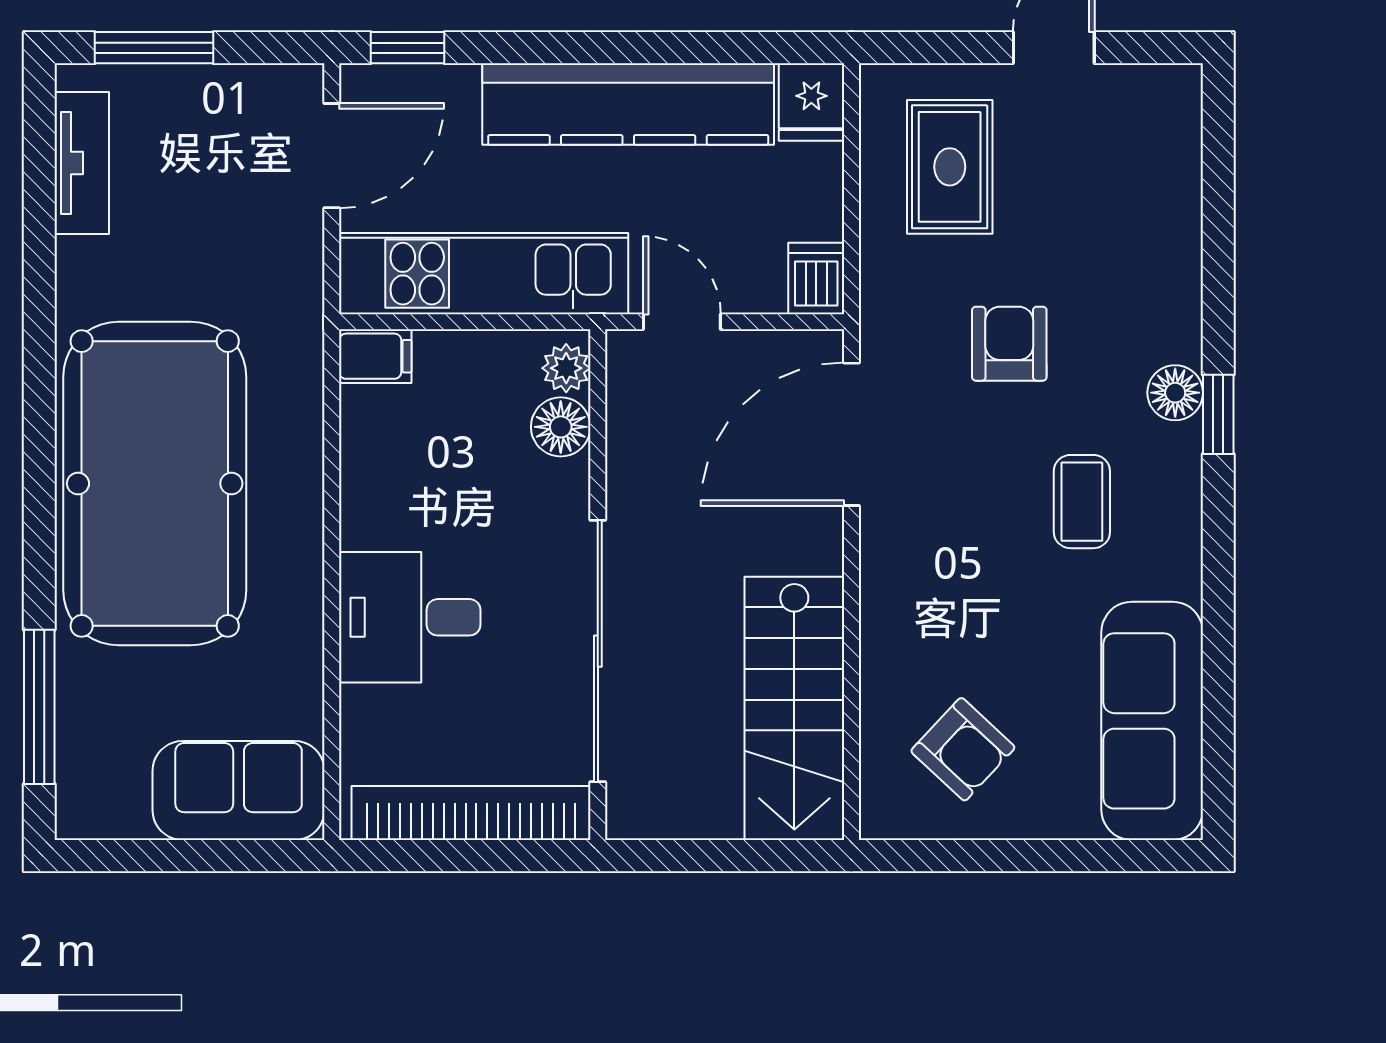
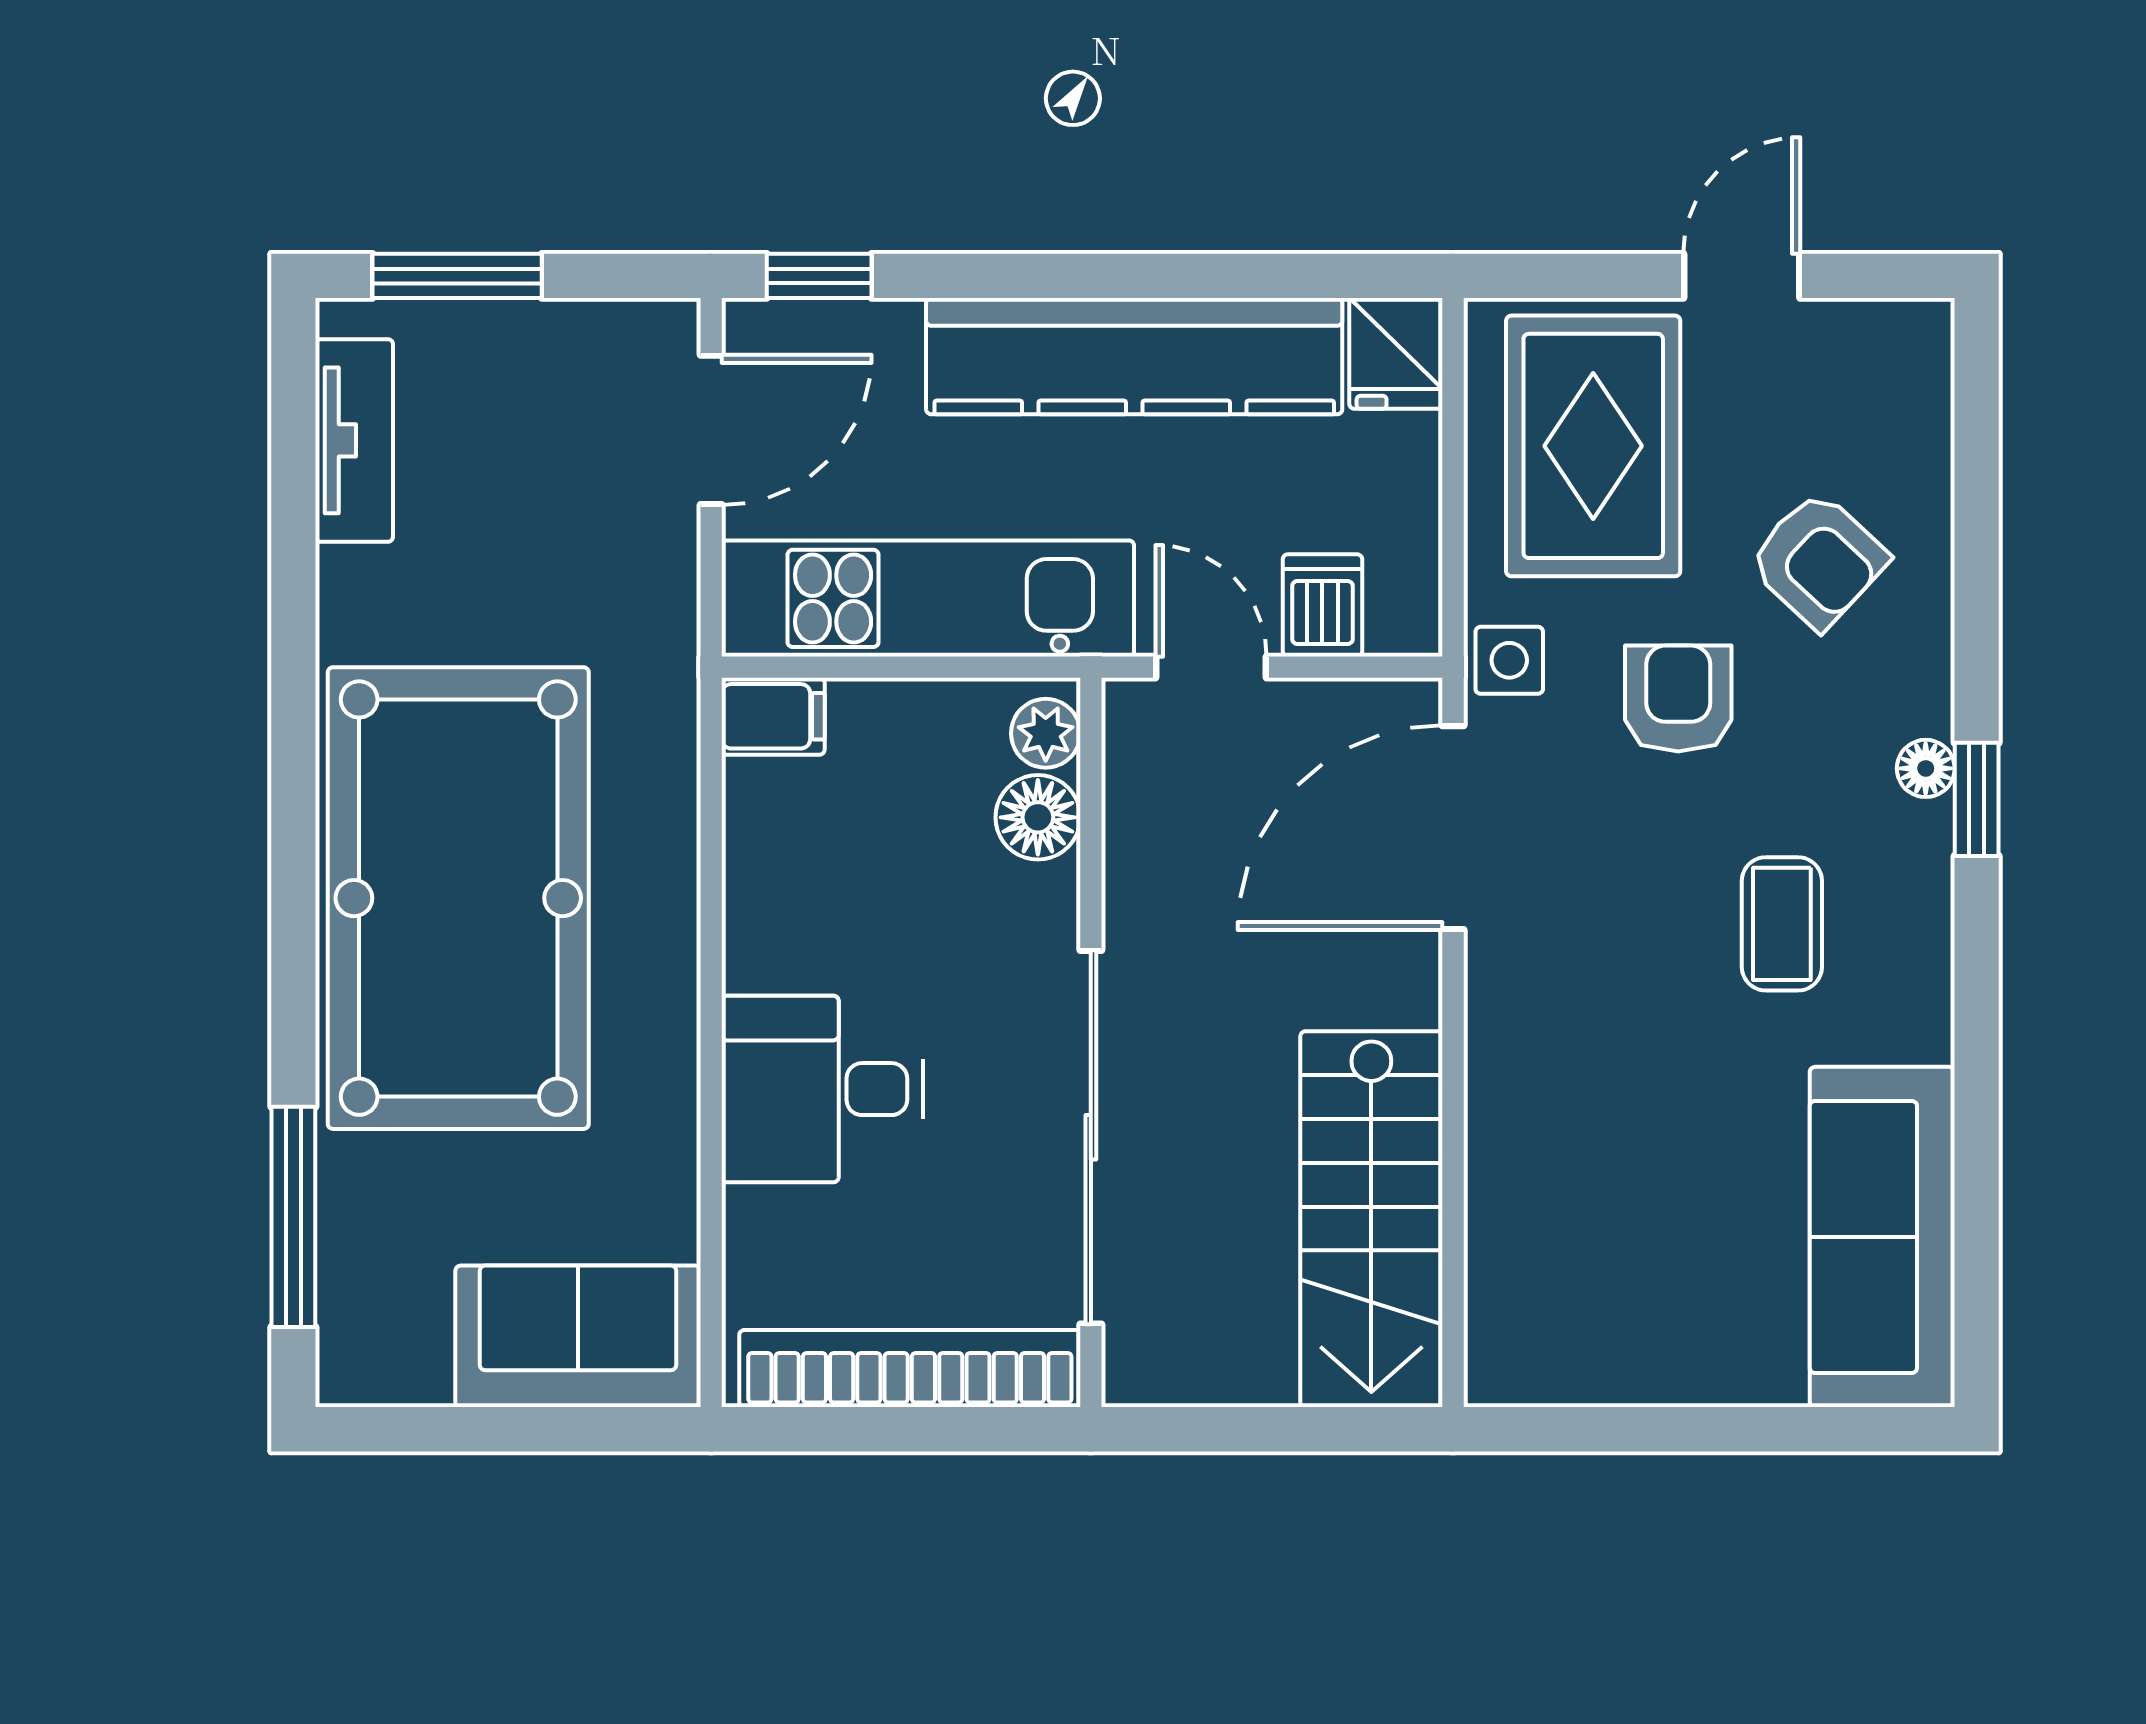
rug: (950, 167) -> (1593, 446), width x1.36, depth x1.43
dishwasher: (816, 278) -> (1322, 605), moved
side table: (891, 317) -> (1509, 660), added
floor lamp: (1175, 393) -> (1926, 768), width x0.73, depth x0.73
armchair: (963, 749) -> (1818, 560), moved

